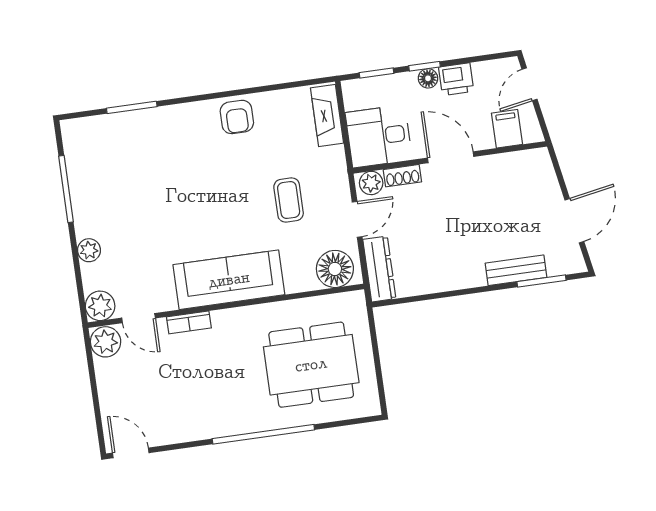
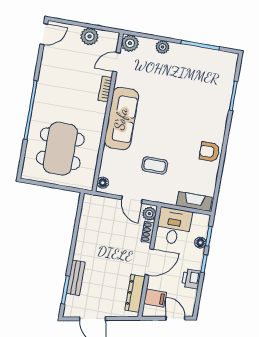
floor lamp: (428, 78) -> (200, 243), moved
floor lamp: (335, 269) -> (103, 183), width x0.53, depth x0.53
dresser: (379, 269) -> (135, 293), moved, turned 90
plant: (106, 342) -> (89, 36), moved

